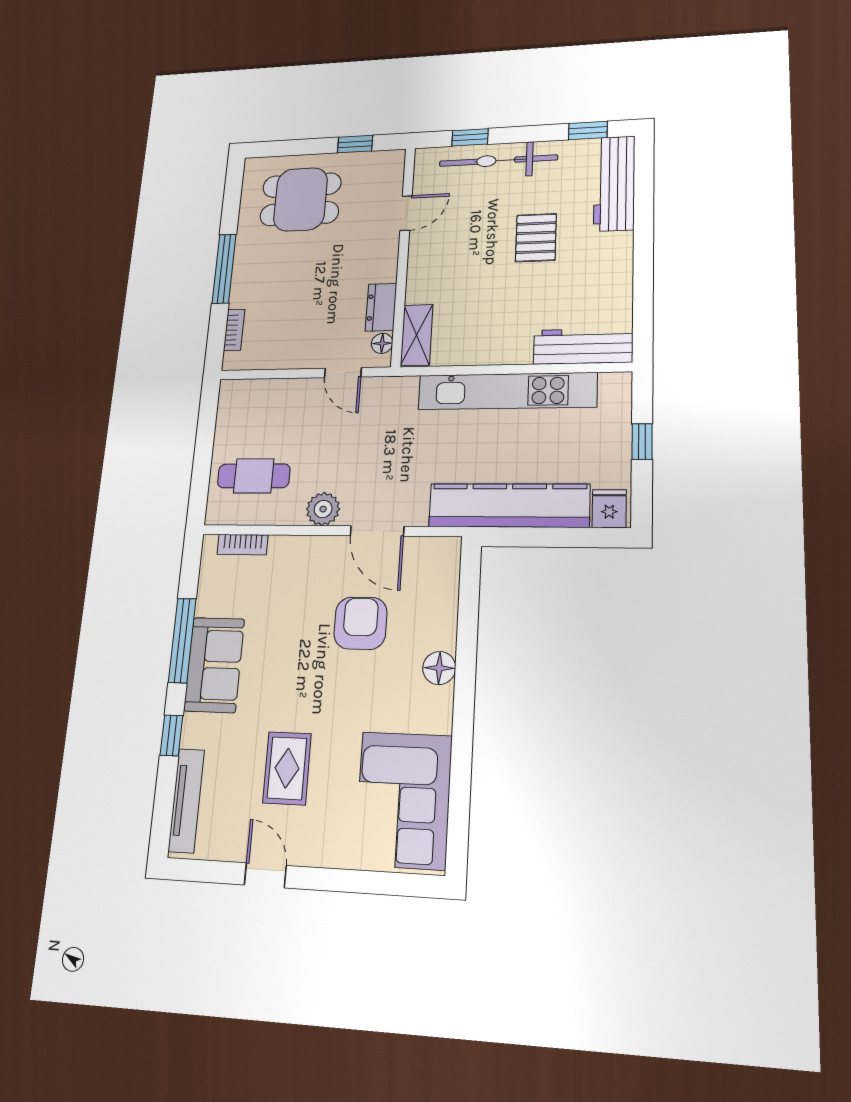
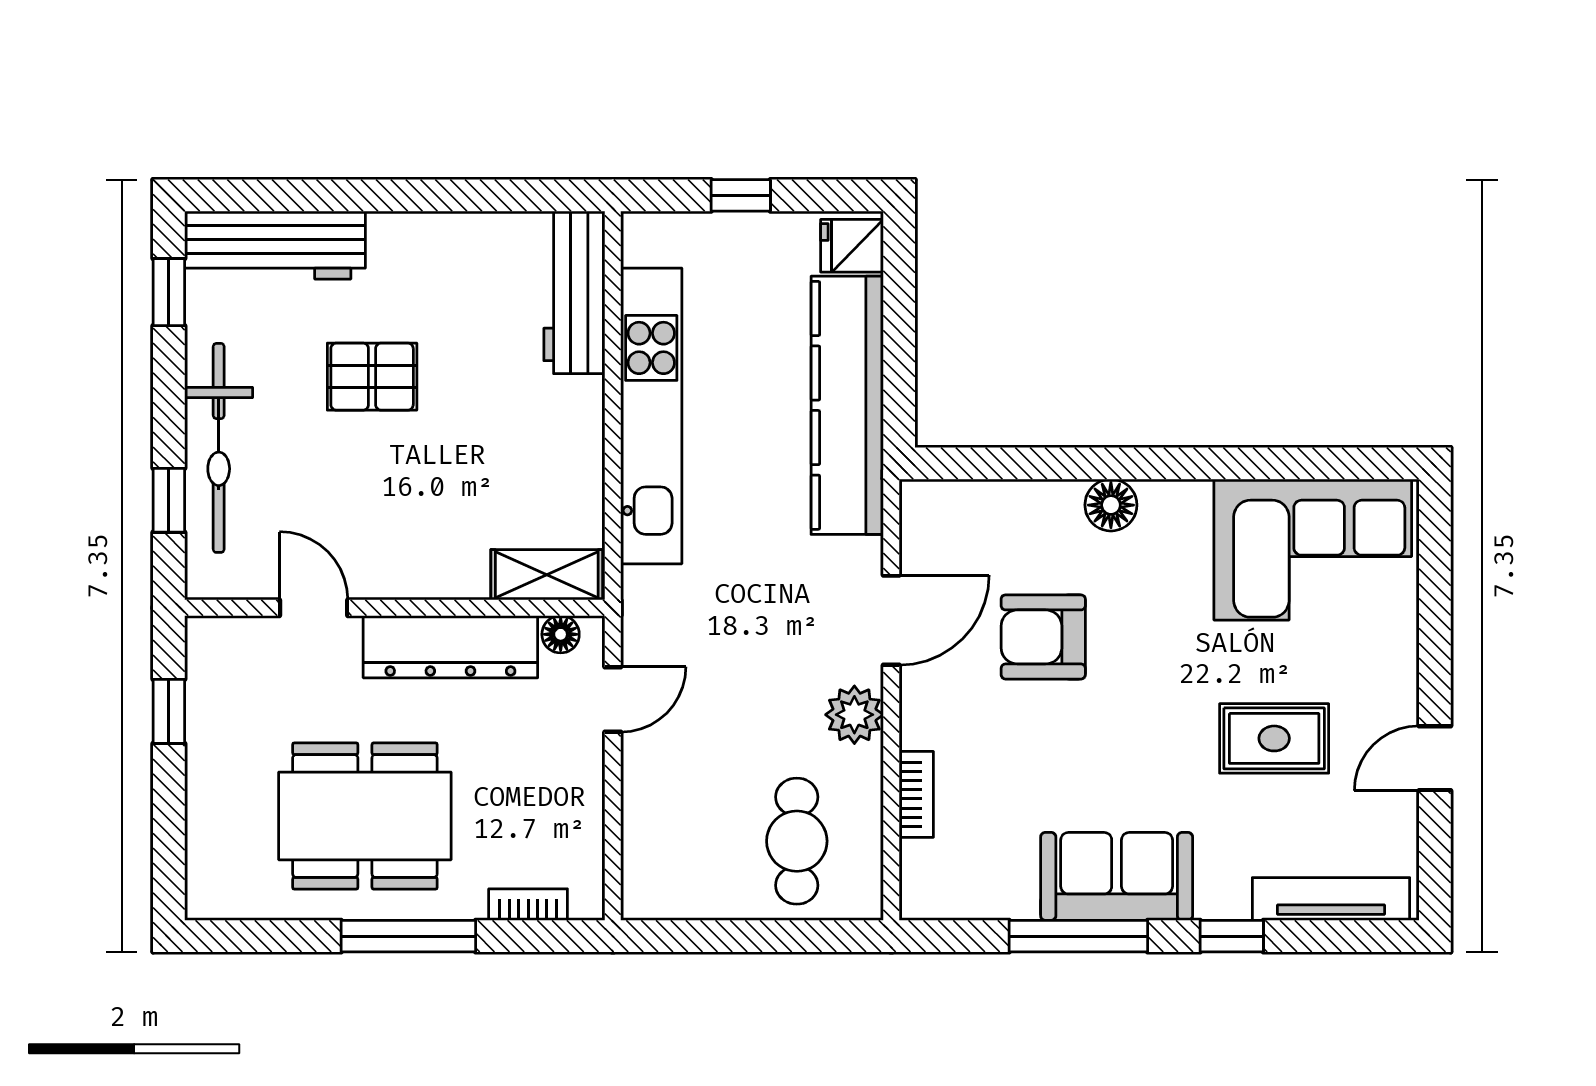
dining table: (301, 199) -> (365, 816), moved, width x1.38
dresser: (381, 307) -> (450, 647), width x1.96, depth x1.24
bookcase: (243, 545) -> (916, 794), moved

